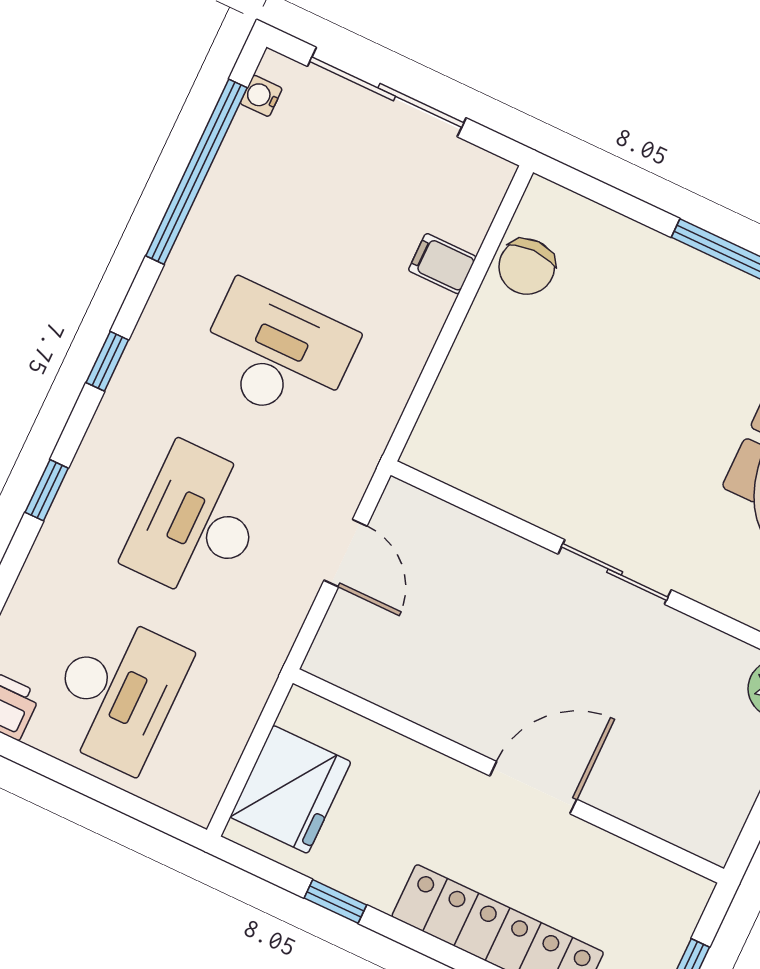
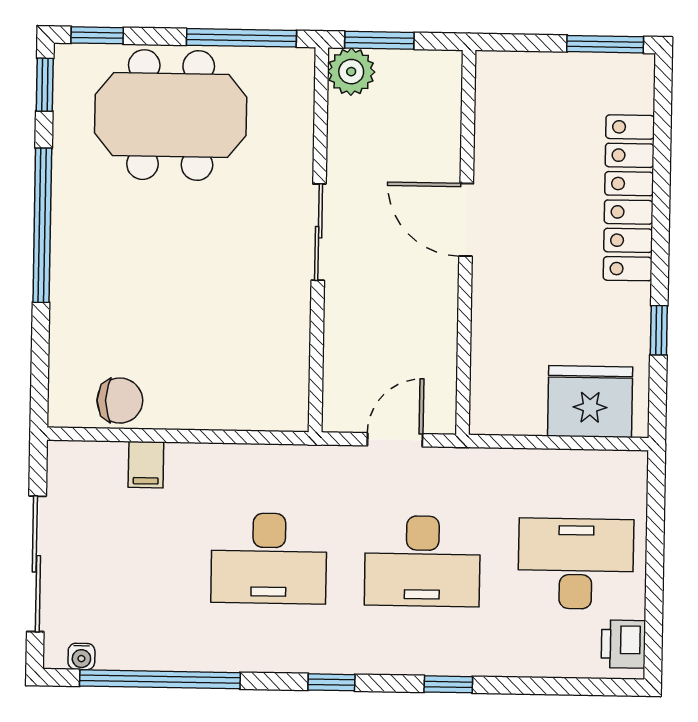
desk: (277, 354) -> (269, 558), turned -90
wall: (508, 776) -> (466, 242), moved
door: (533, 788) -> (466, 220), moved

